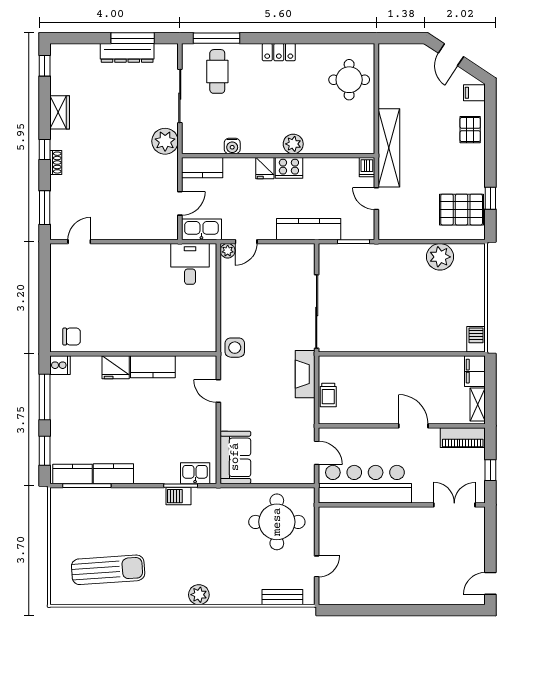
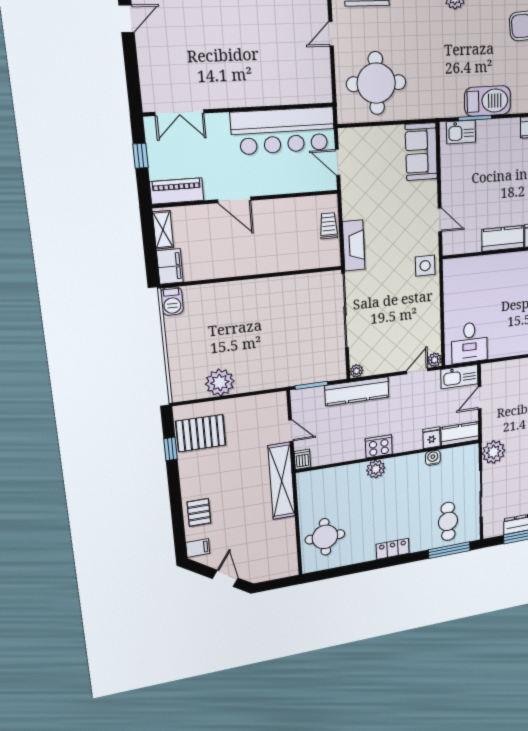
fridge: (265, 168) -> (432, 438), moved
plant: (308, 250) -> (356, 371), added
barbecue: (179, 496) -> (488, 101), width x1.88, depth x1.53

